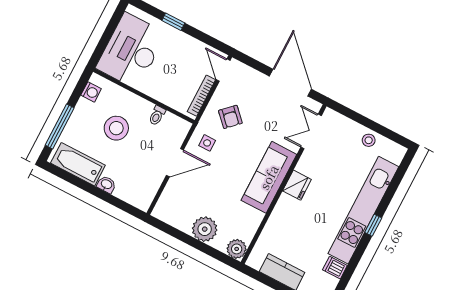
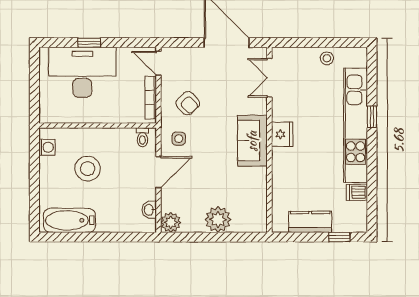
desk: (131, 51) -> (82, 72), moved, turned 90
toilet: (157, 116) -> (142, 137), moved
window: (60, 126) -> (34, 194), removed
sofa: (269, 177) -> (252, 141), width x0.73
washbasin: (106, 184) -> (149, 210), moved, turned -90
window: (373, 225) -> (372, 117), moved
plant: (237, 249) -> (171, 222), moved

